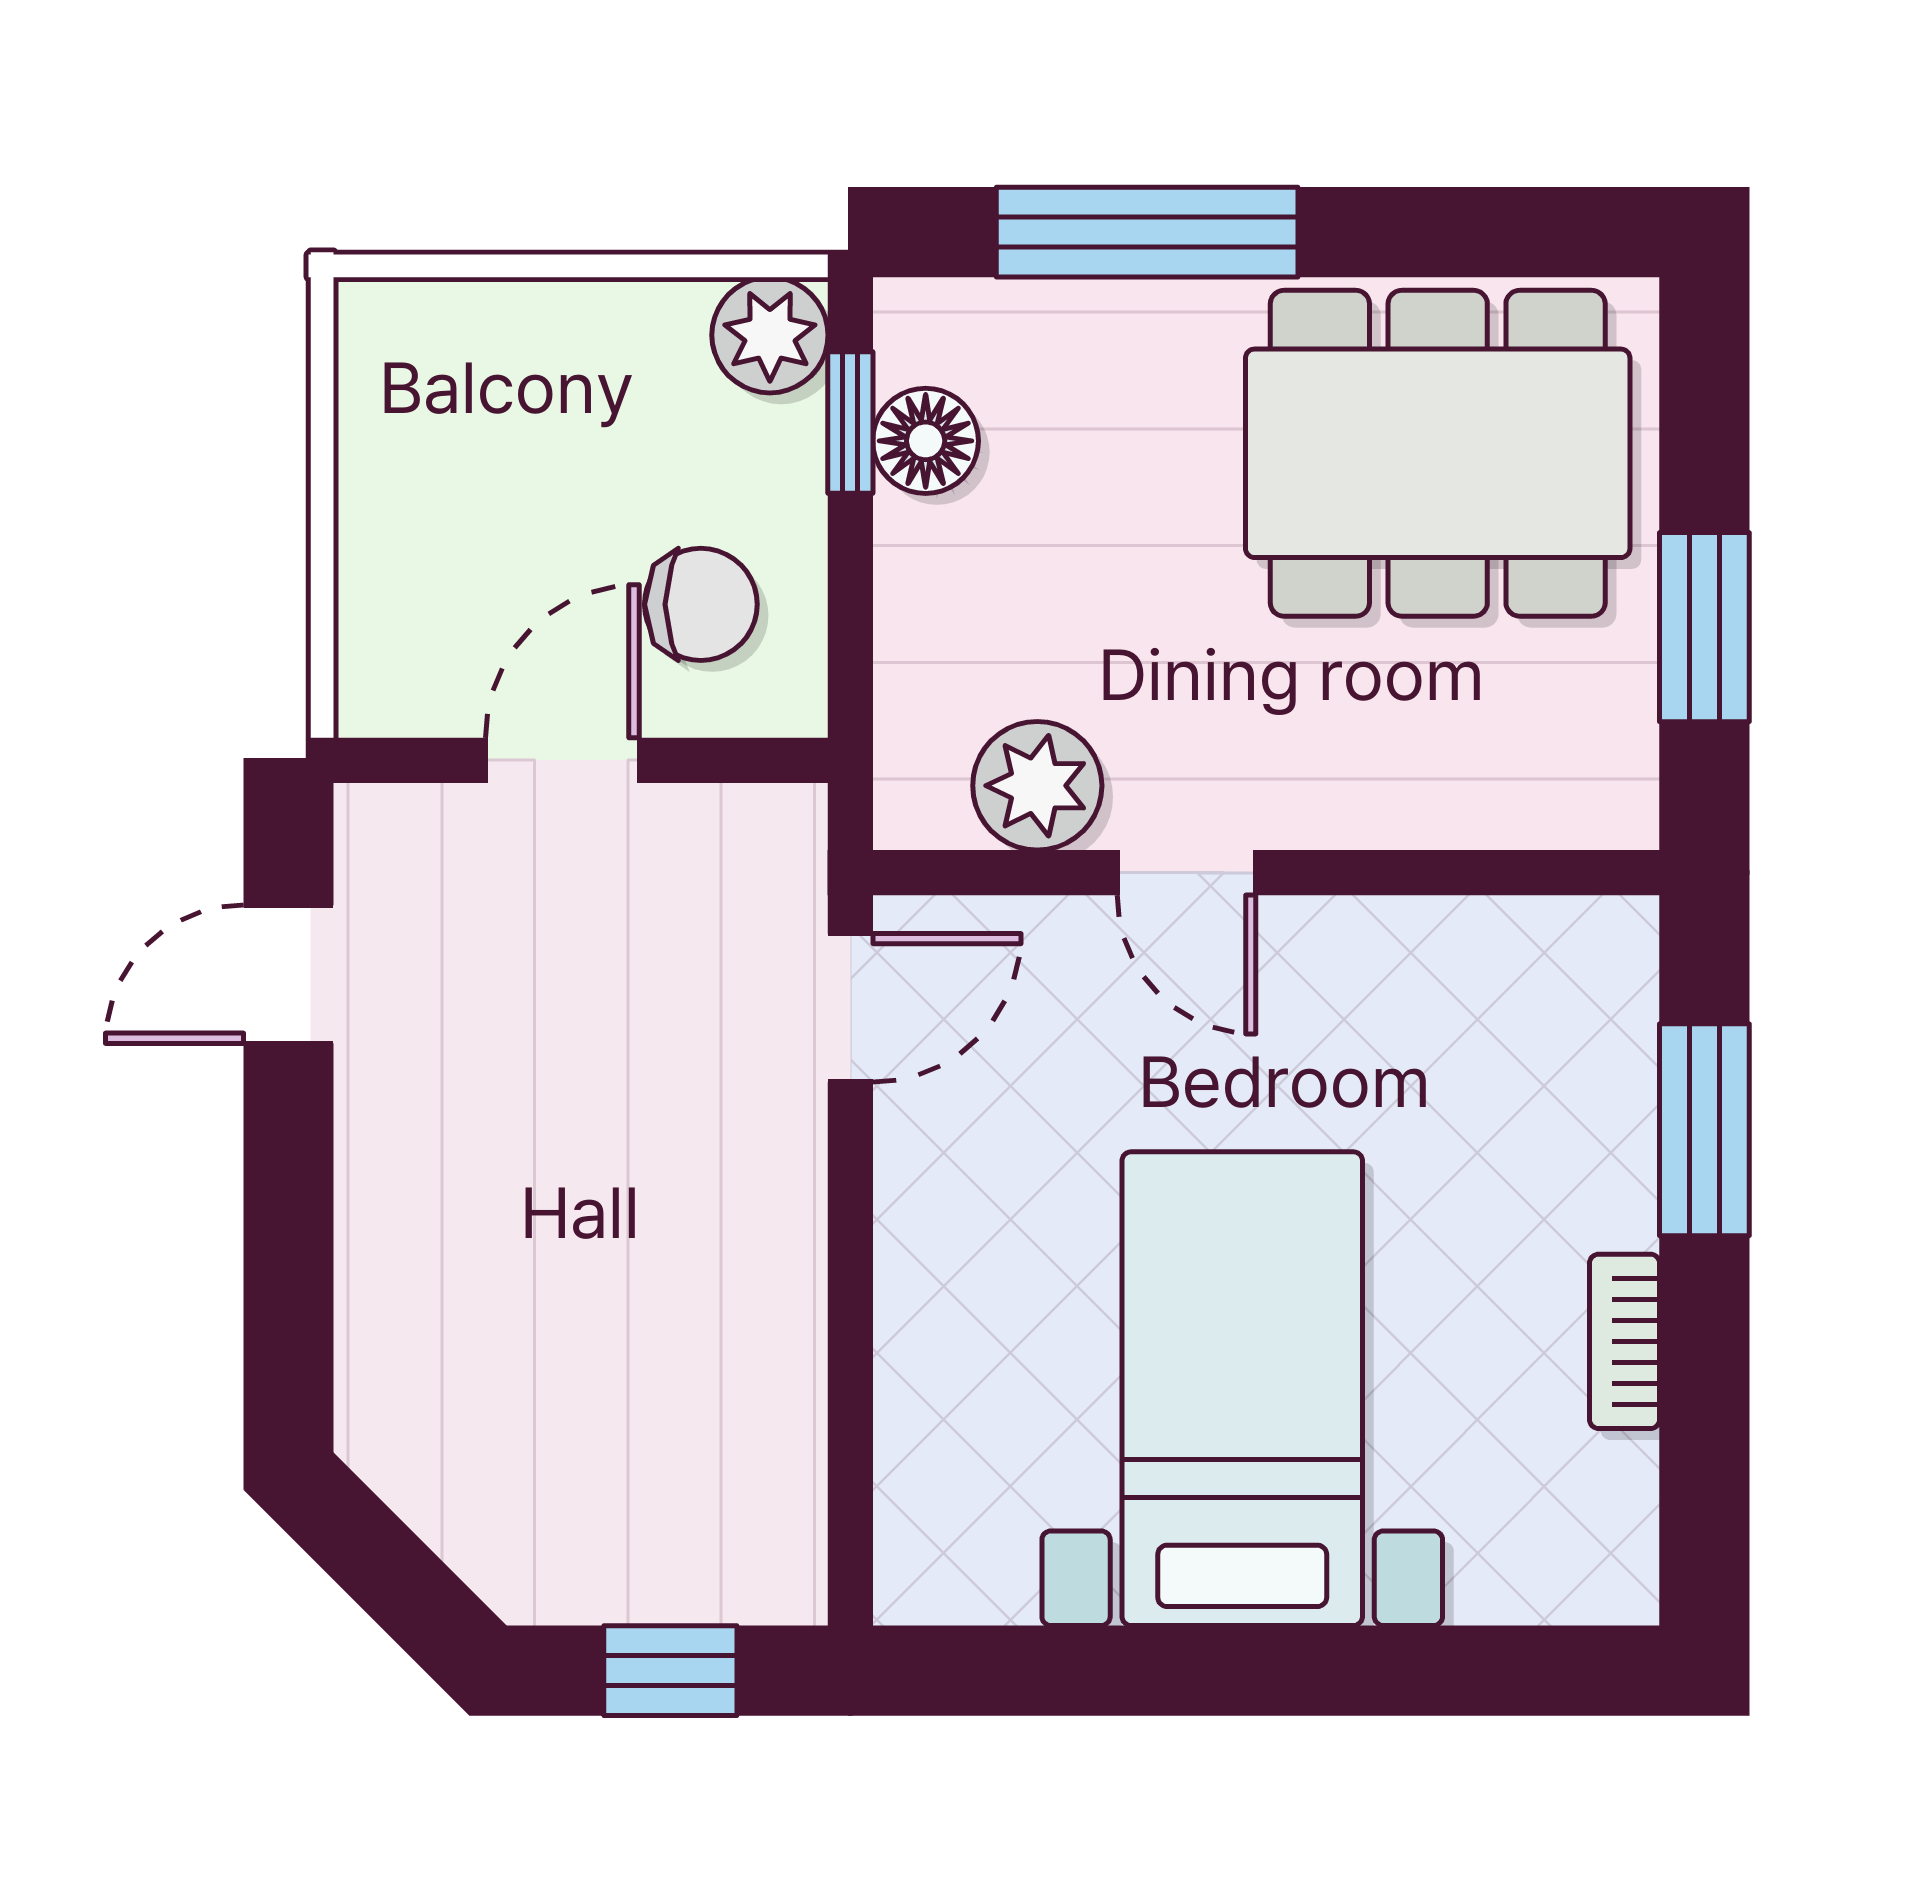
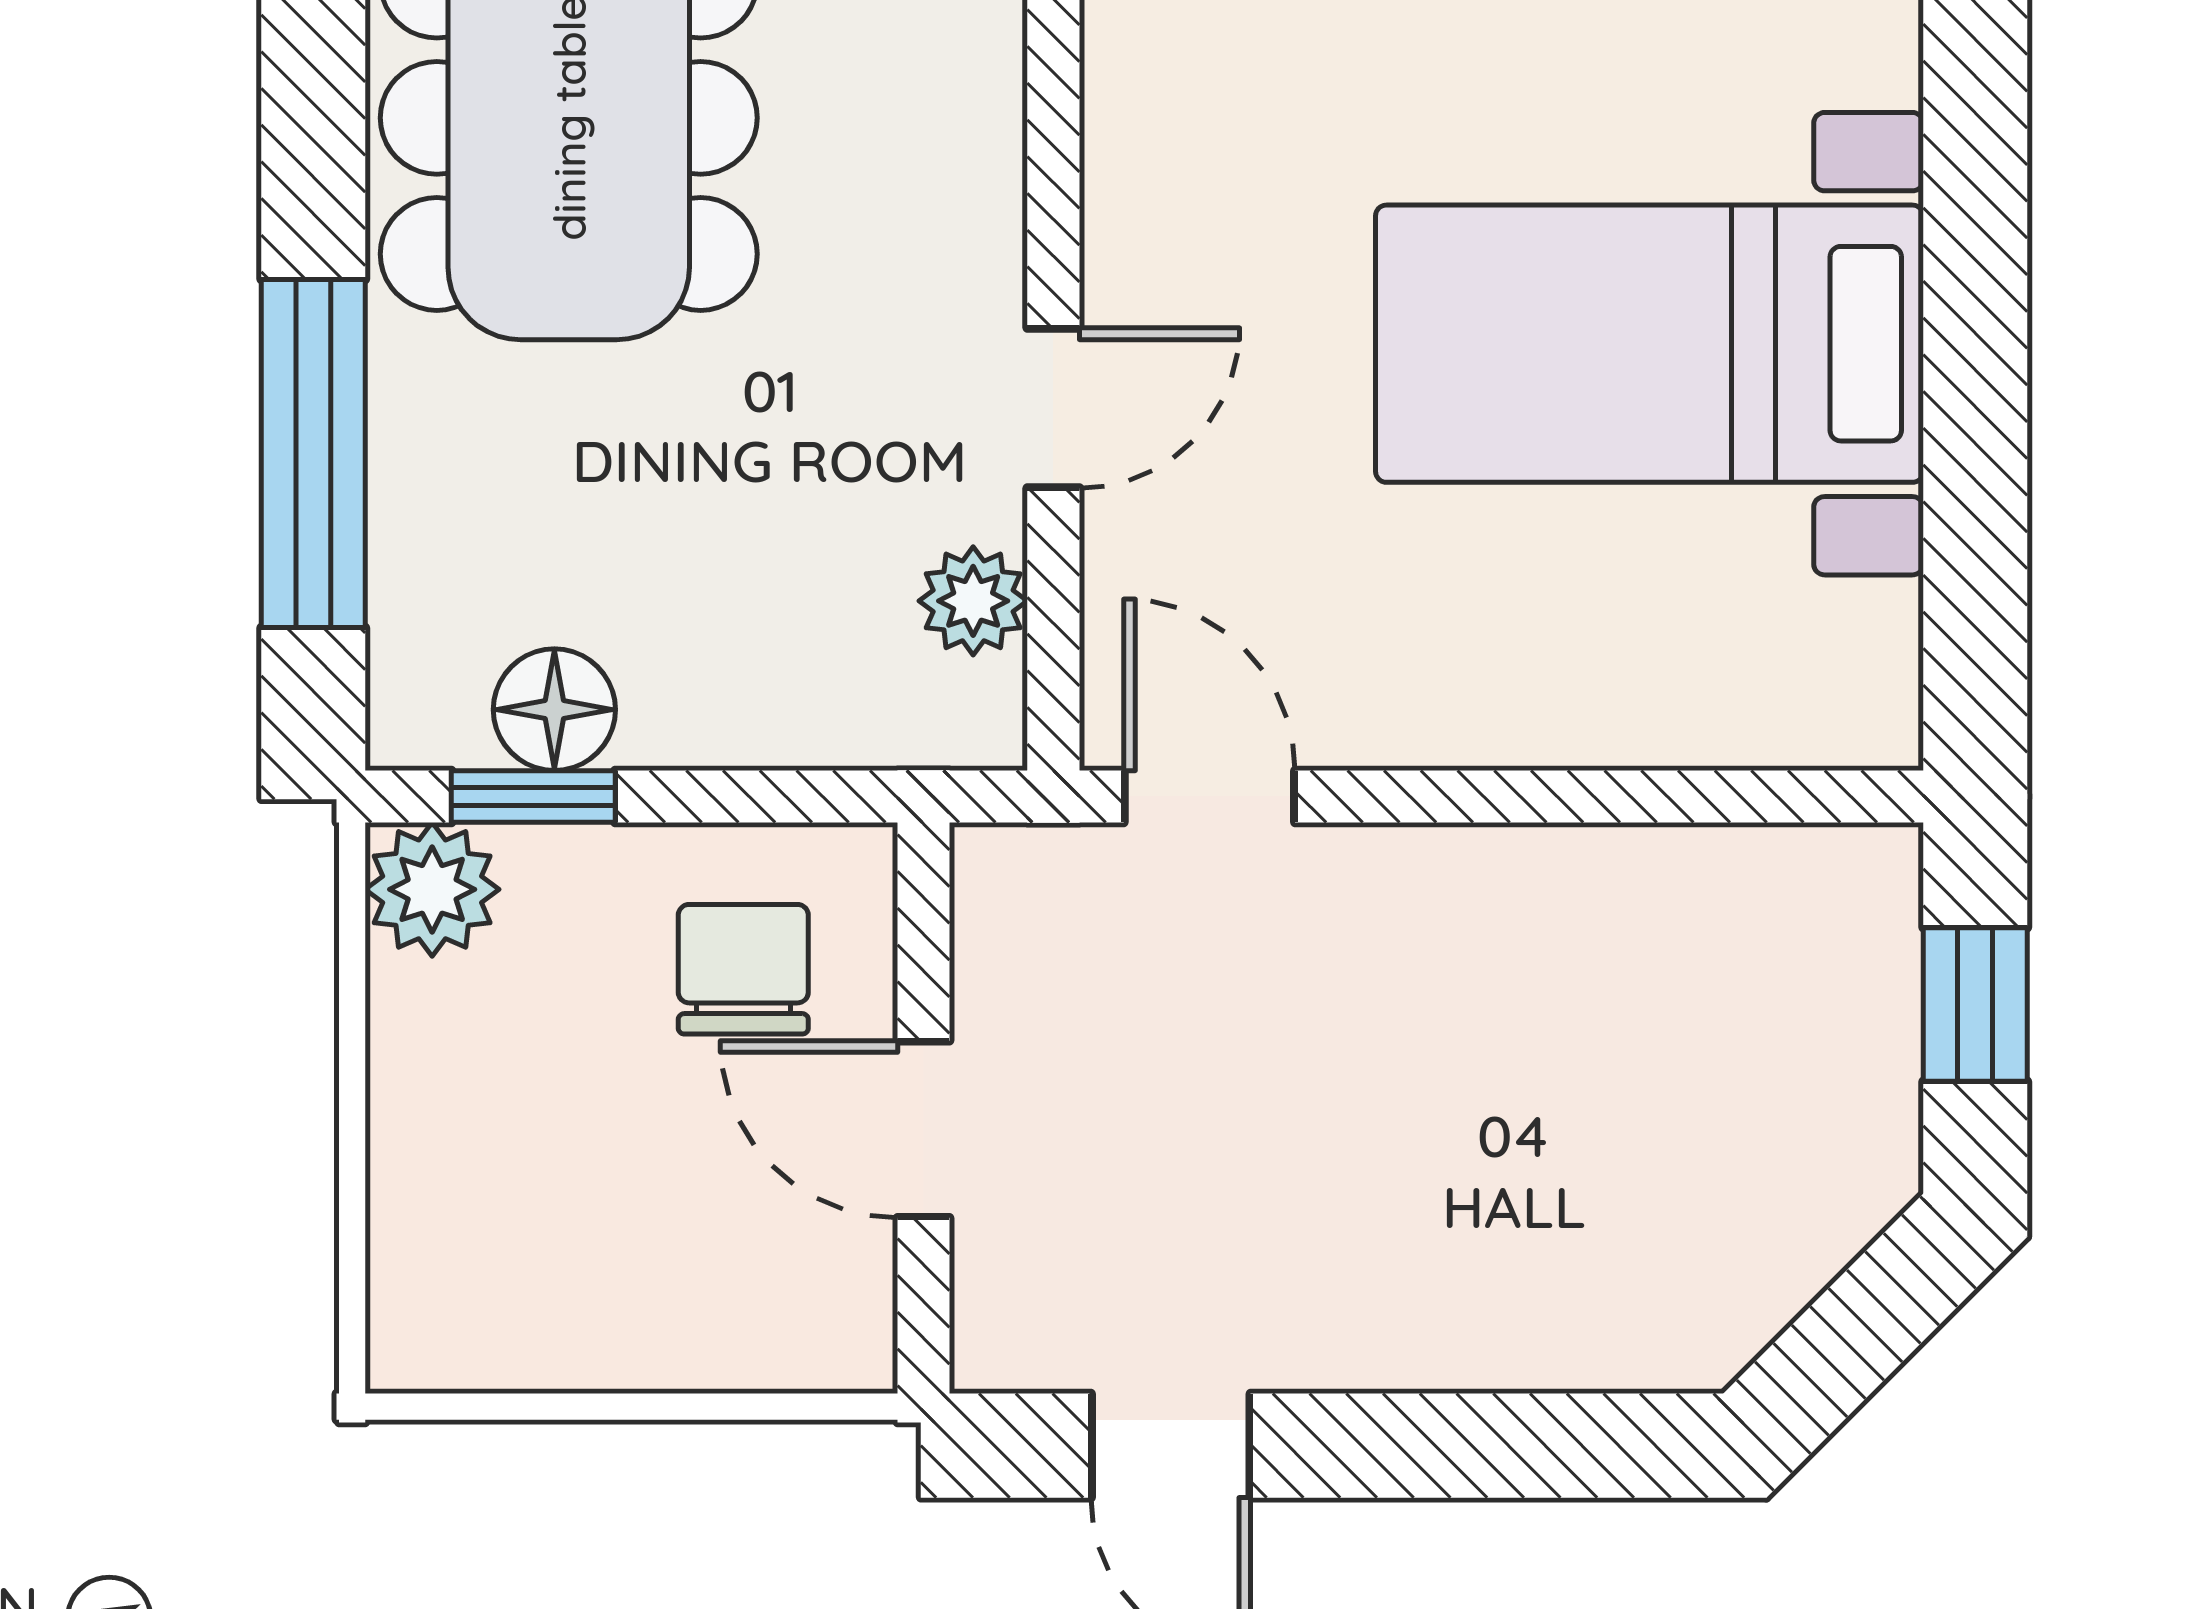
plant: (1037, 786) -> (973, 601), width x0.73, depth x0.73

